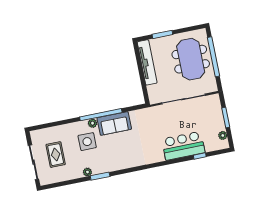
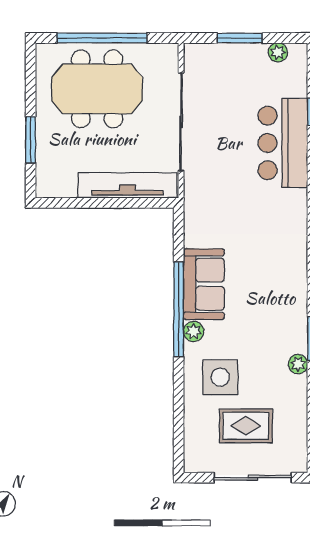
tv unit: (147, 62) -> (127, 185), moved
side table: (87, 142) -> (220, 377), moved

